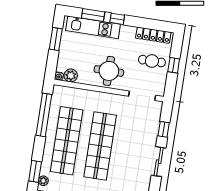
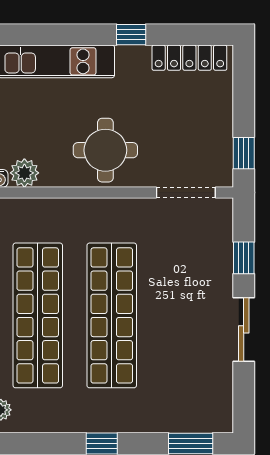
window: (93, 15) -> (52, 35), removed
window: (117, 19) -> (131, 35), moved
cafe table: (152, 61) -> (195, 114), removed
window: (174, 65) -> (244, 153), moved

